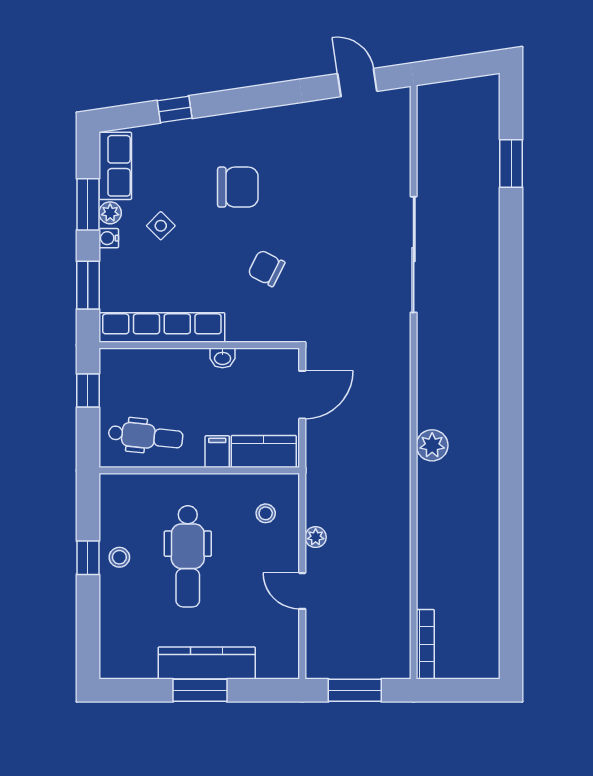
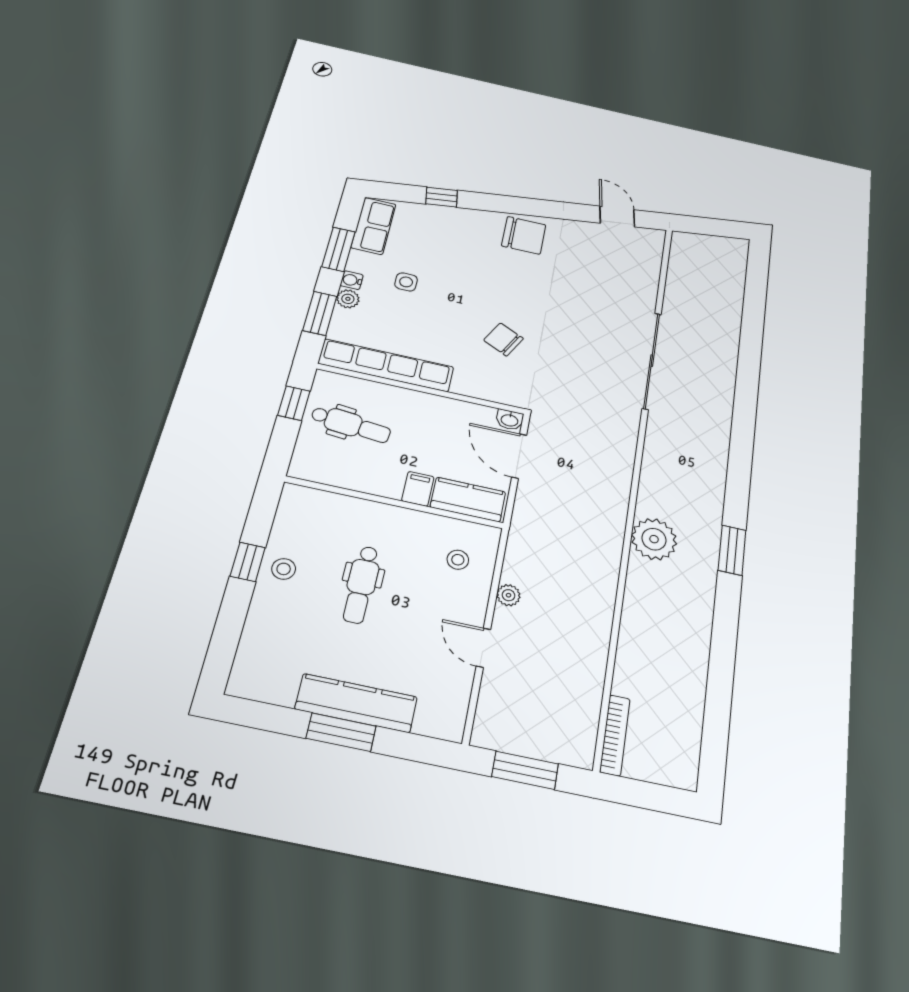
window: (511, 163) -> (732, 550), moved
chair: (238, 187) -> (524, 235), moved
plant: (110, 213) -> (348, 299), moved
side table: (161, 226) -> (406, 282), turned 45
washbasin: (223, 358) -> (510, 420), moved
door: (302, 395) -> (519, 456), swing flipped
dental chair: (146, 436) -> (351, 425), moved
plant: (432, 445) -> (654, 539), width x1.36, depth x1.36
dental chair: (188, 556) -> (361, 584), width x0.73, depth x0.72

